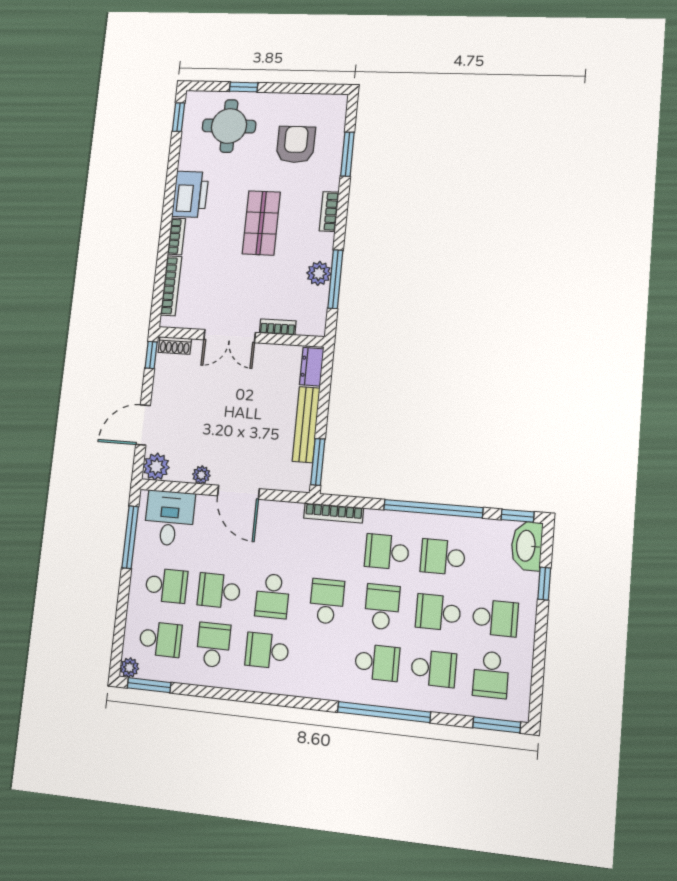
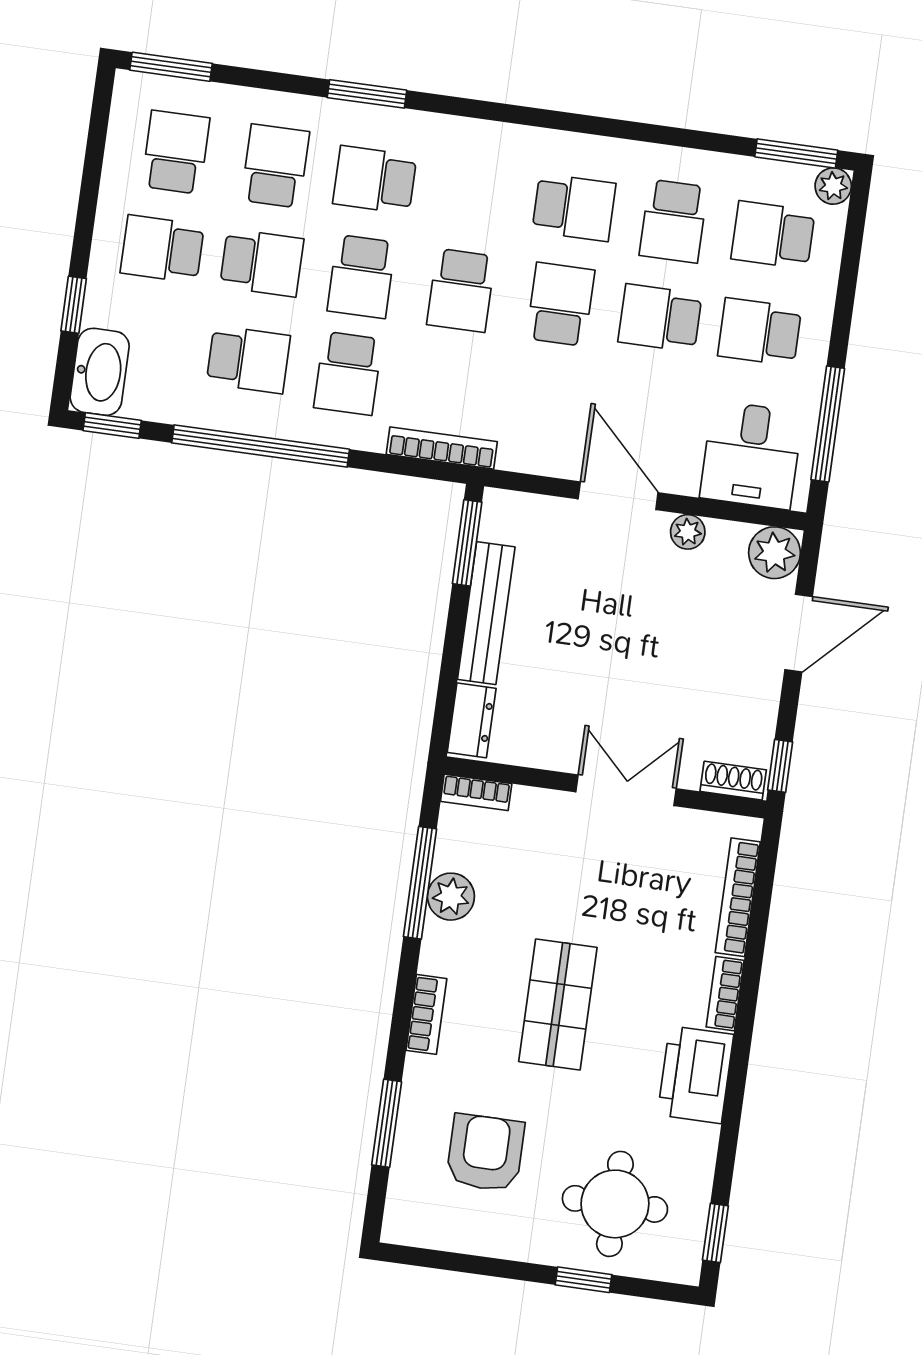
armchair: (296, 144) -> (485, 1153), turned 180
bookcase: (278, 327) -> (476, 792), moved
school desk: (387, 552) -> (348, 373), turned 90
school desk: (219, 591) -> (660, 318), turned 180
school desk: (434, 669) -> (275, 166), turned 90
window: (384, 712) -> (367, 94), width x0.47

